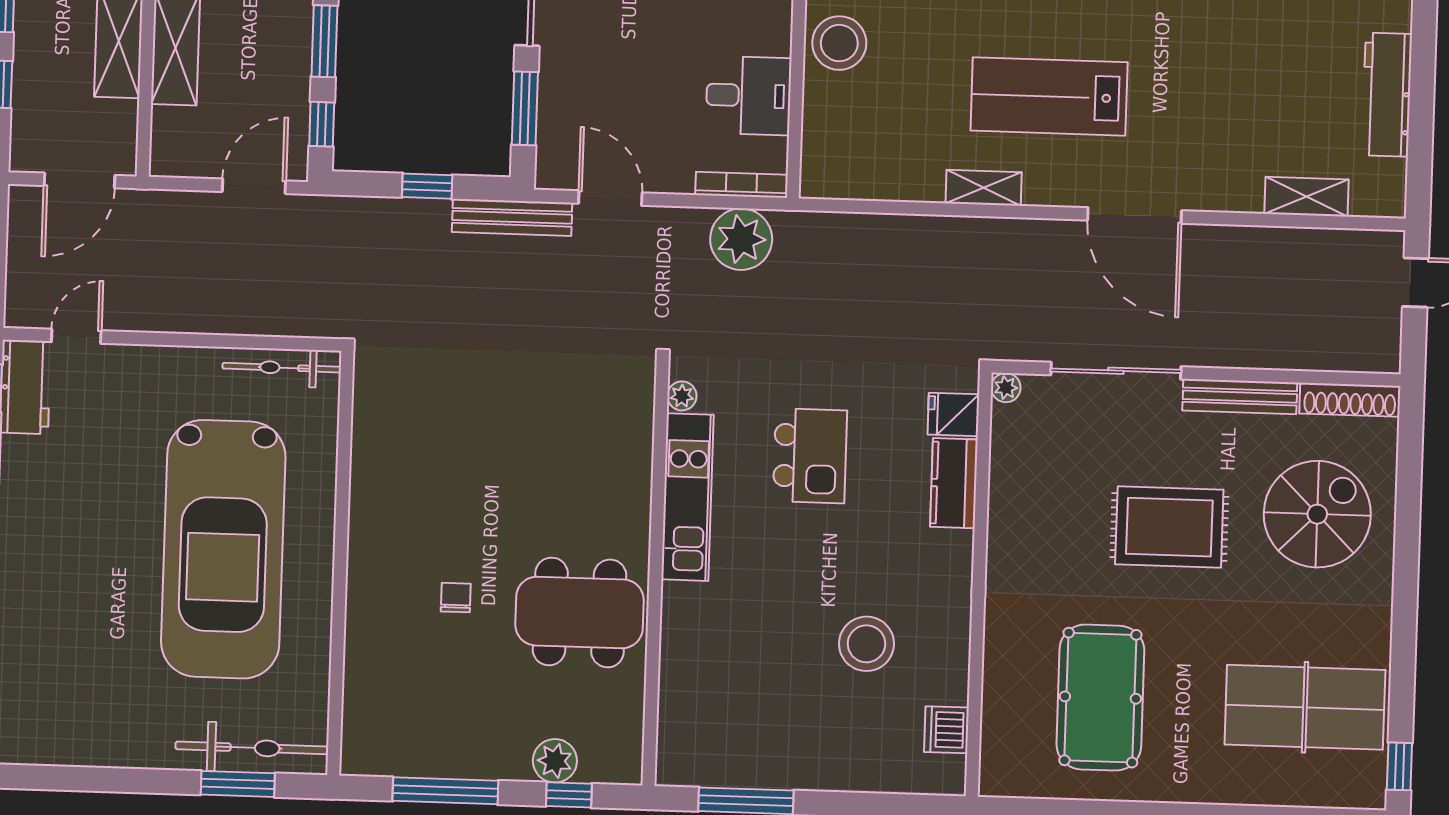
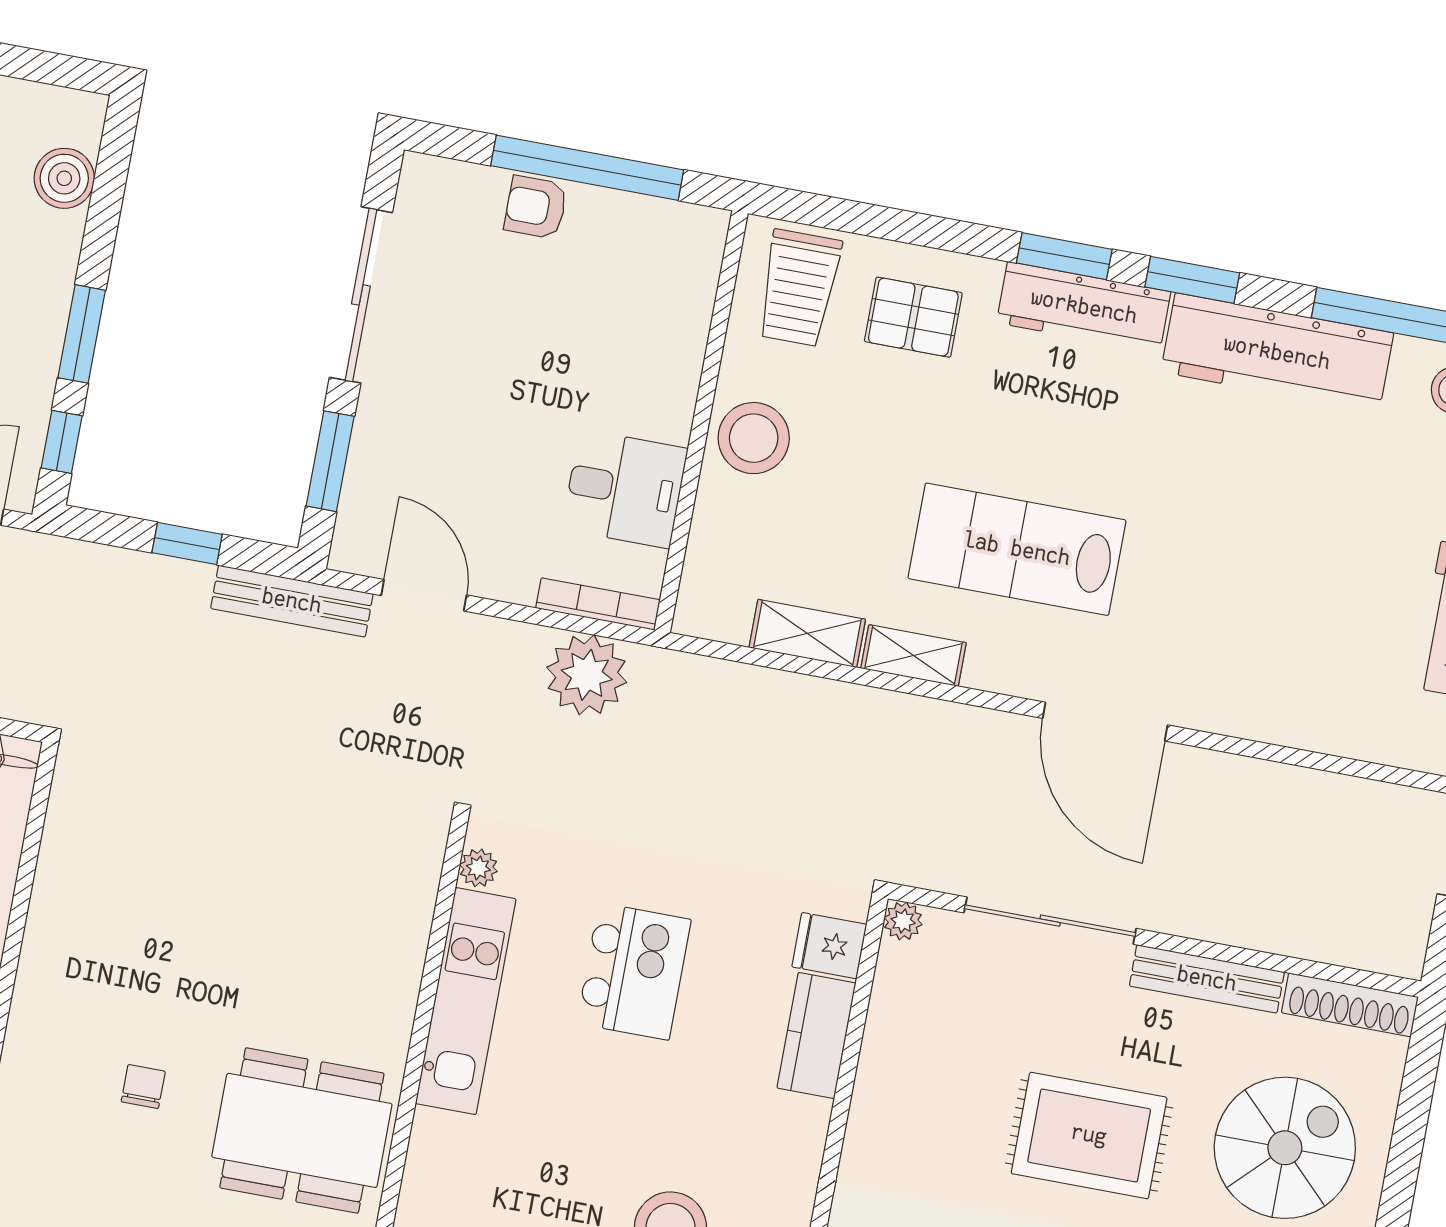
shelving: (1306, 197) -> (807, 633), moved

